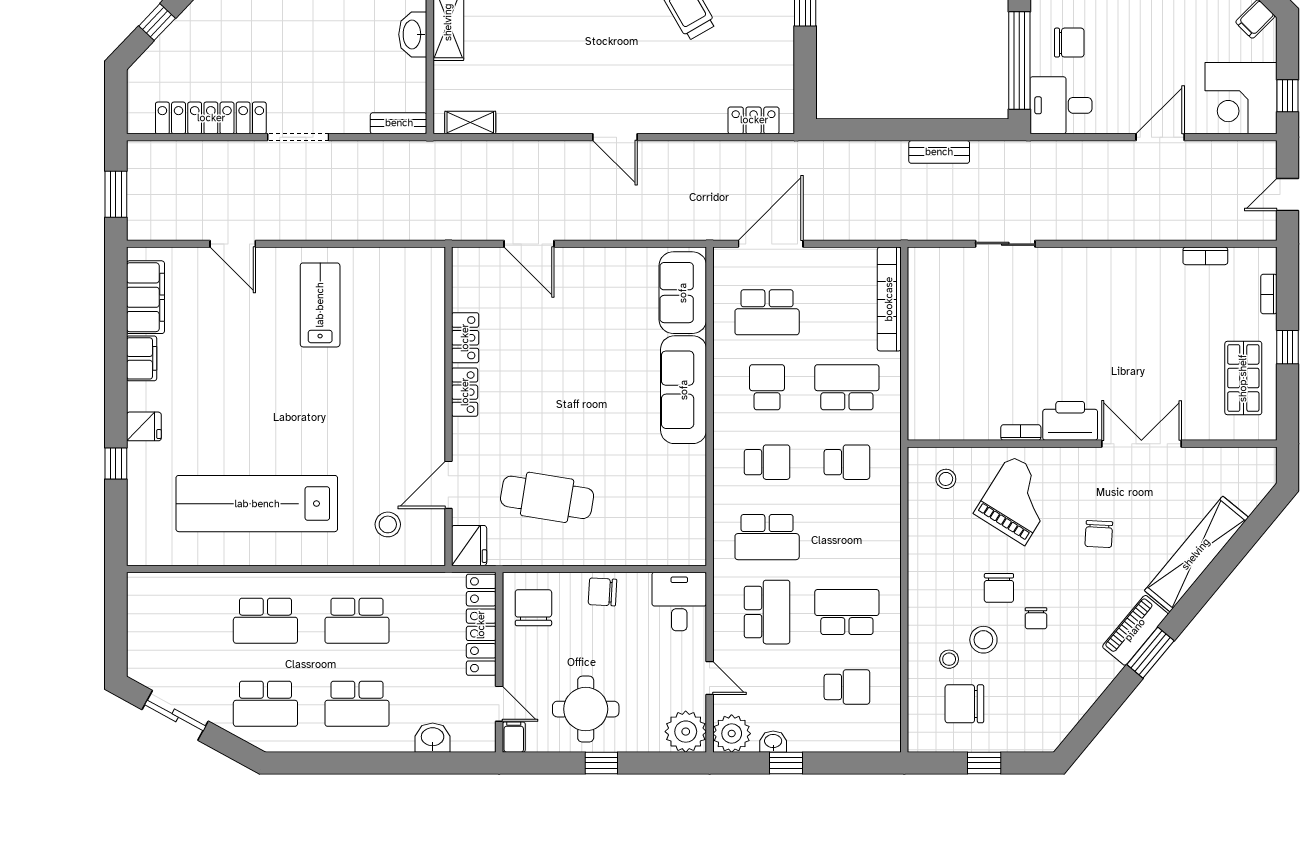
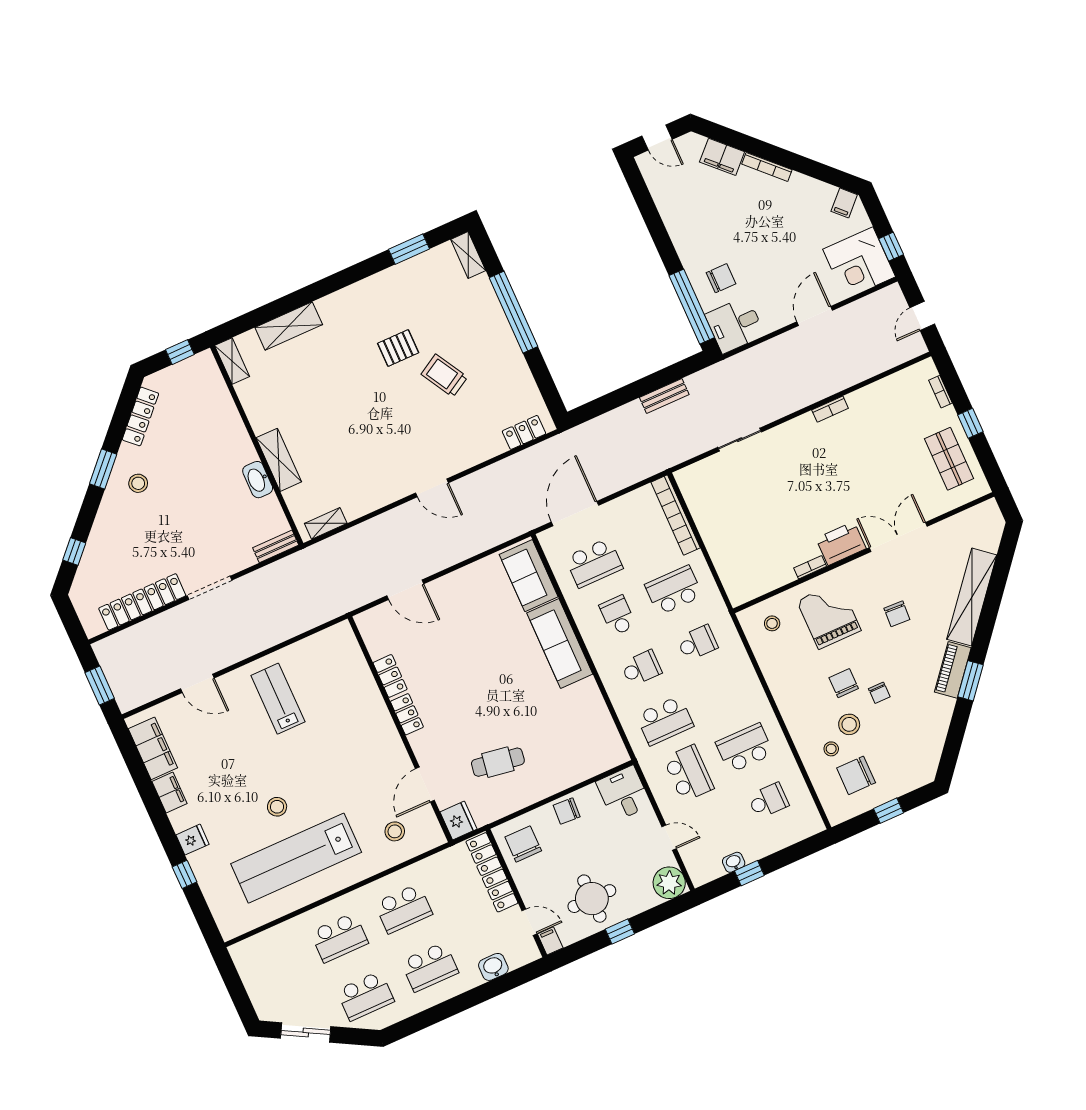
bookcase: (1205, 256) -> (830, 409), moved
stool: (261, 433) -> (277, 807), added
cafe table: (547, 497) -> (498, 762), width x0.73, depth x0.74
grand piano: (1017, 500) -> (829, 616), turned -32
chair: (999, 588) -> (844, 683), turned 180
plant: (732, 734) -> (702, 870), removed

